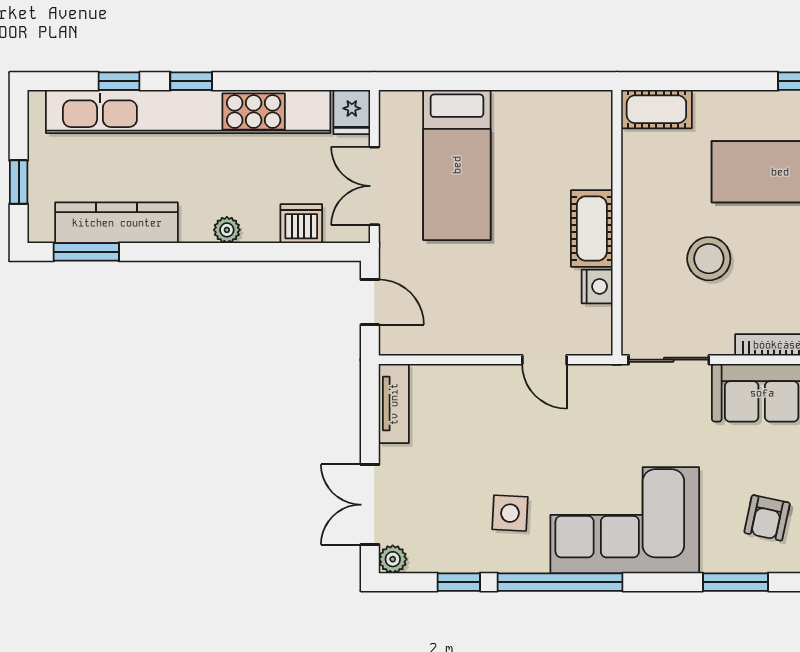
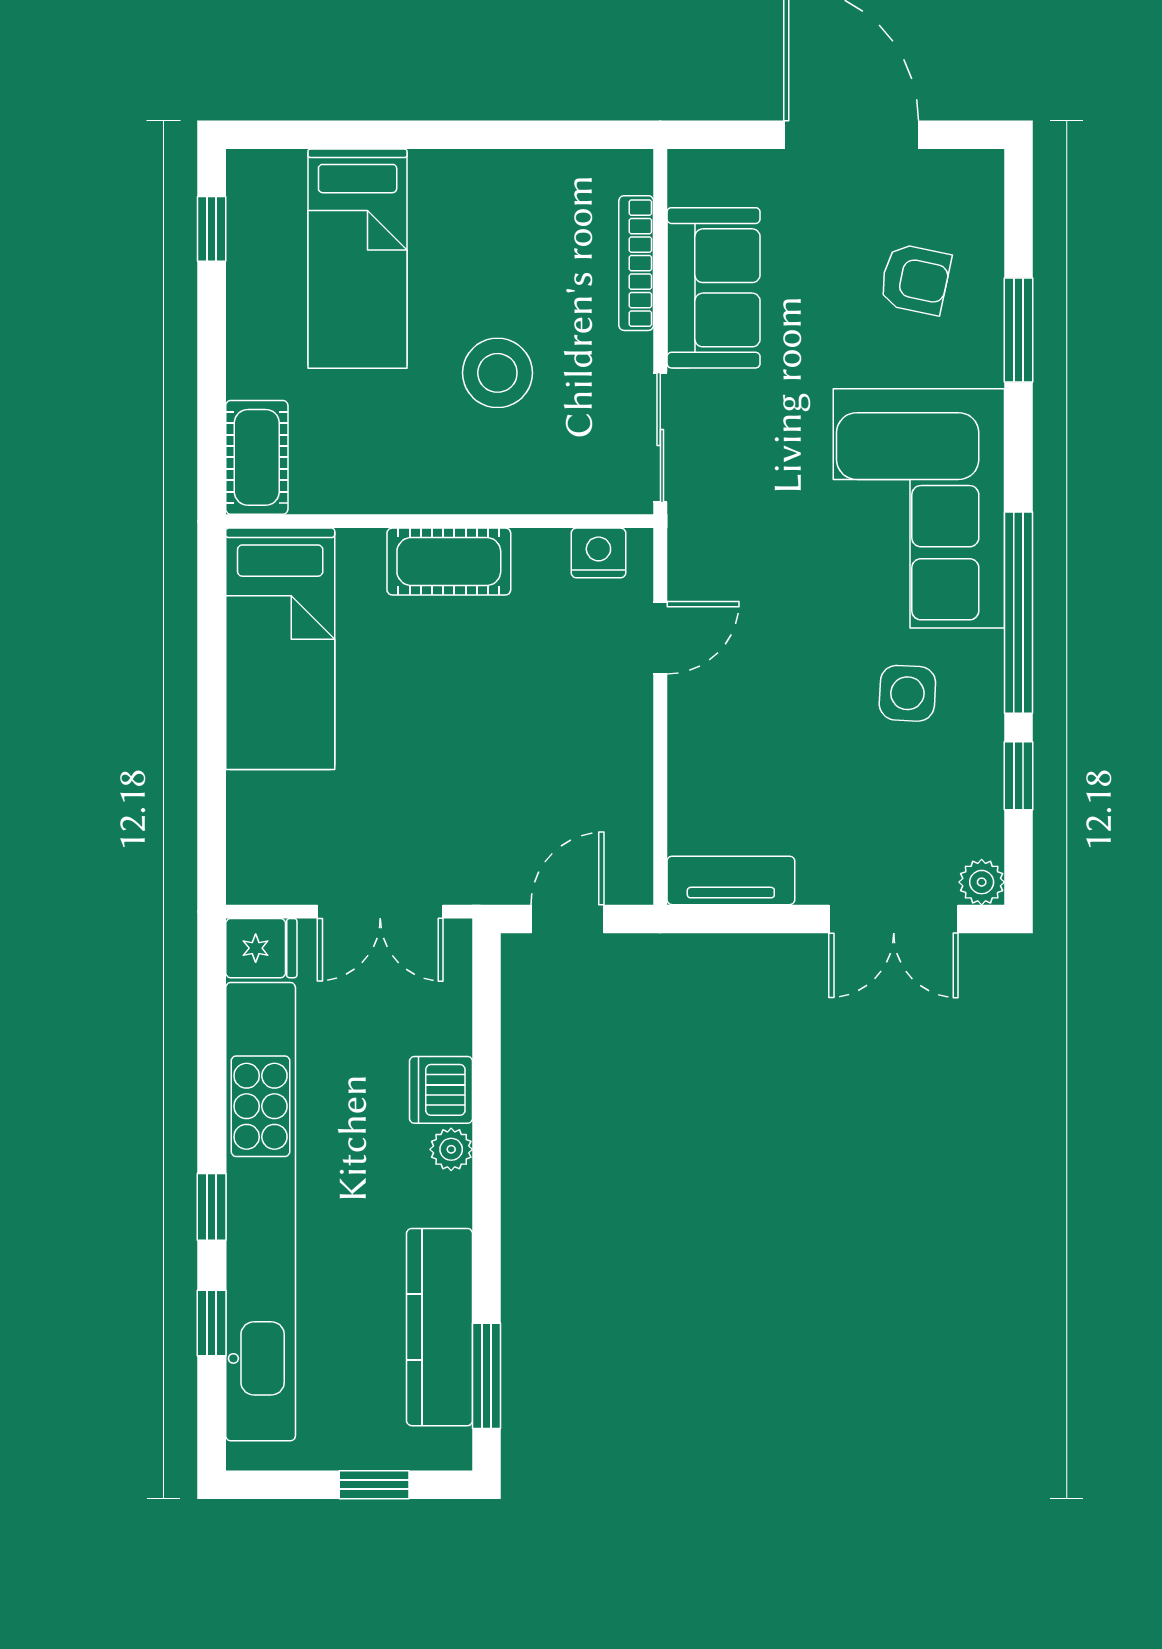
bed: (457, 165) -> (280, 649), moved, turned 90
dishwasher: (301, 224) -> (441, 1090), moved
nightstand: (597, 286) -> (598, 553), moved

